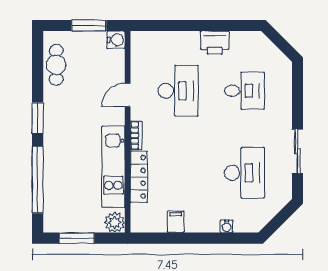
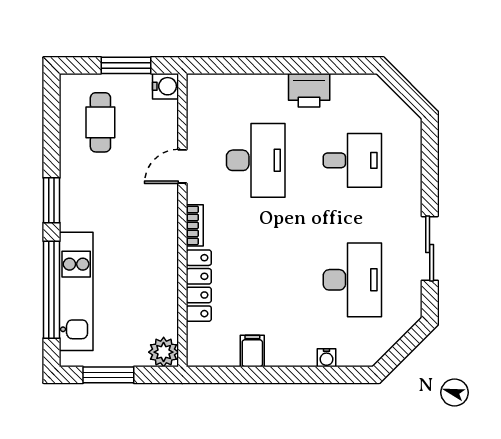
cafe table: (56, 65) -> (100, 122), moved
kitchen unit: (113, 167) -> (76, 291), moved, turned 180

